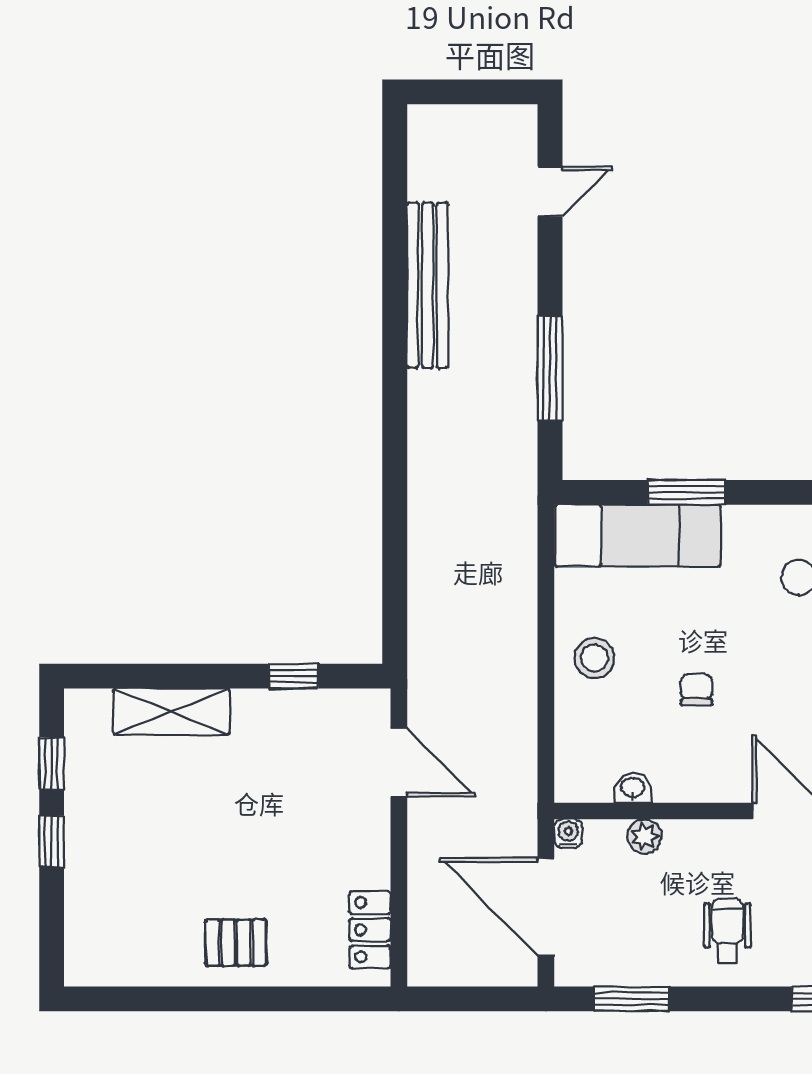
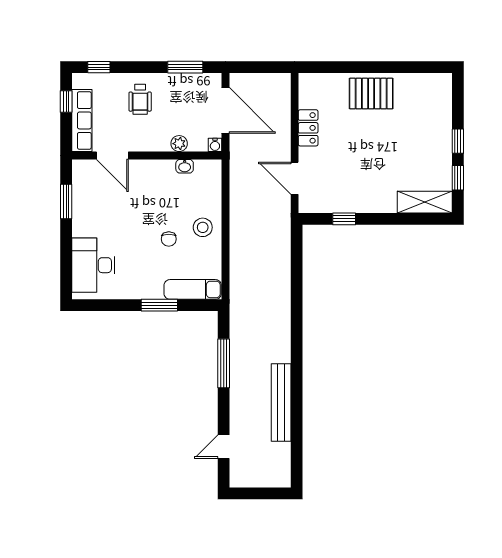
exam couch: (638, 536) -> (193, 289), width x0.73, depth x0.69
chair: (696, 690) -> (169, 239), moved
shelving: (171, 712) -> (425, 202), moved
locker: (370, 930) -> (308, 128), moved
pallet: (236, 943) -> (371, 94), width x1.50, depth x1.42

